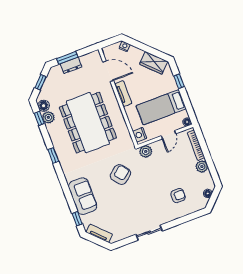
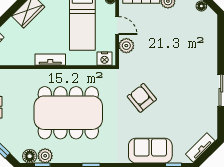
door: (108, 71) -> (18, 67), removed
plant: (146, 151) -> (126, 46), moved
armchair: (178, 196) -> (191, 41), removed

